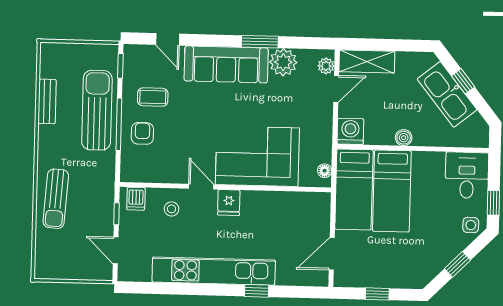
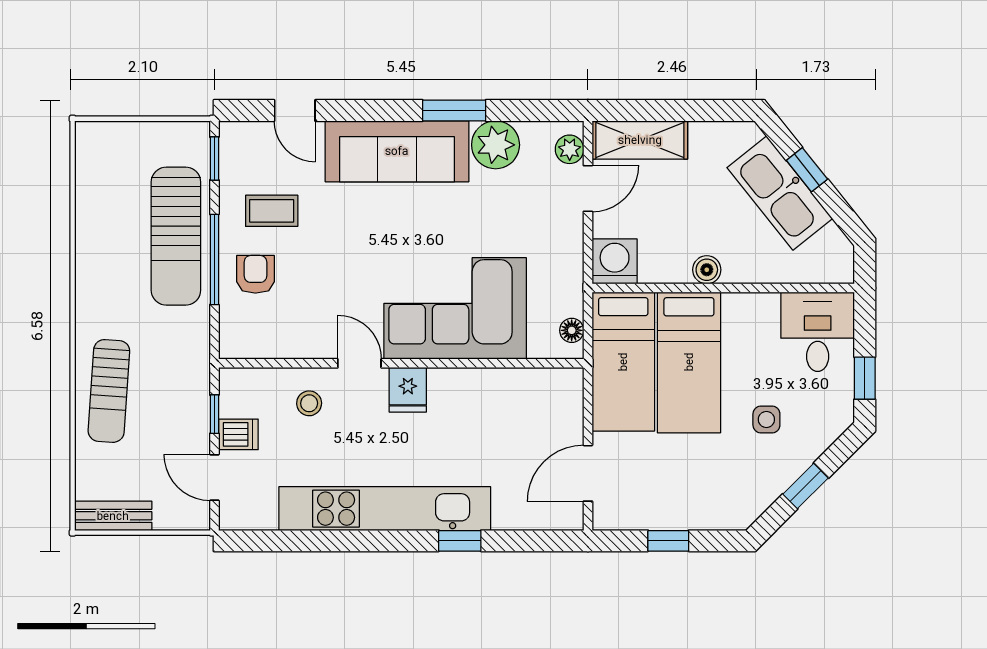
bench: (47, 101) -> (113, 516), moved, turned 90
sun lounger: (97, 110) -> (176, 236), turned 180
dishwasher: (136, 199) -> (238, 434), moved, turned -90
side table: (471, 225) -> (766, 419), moved

